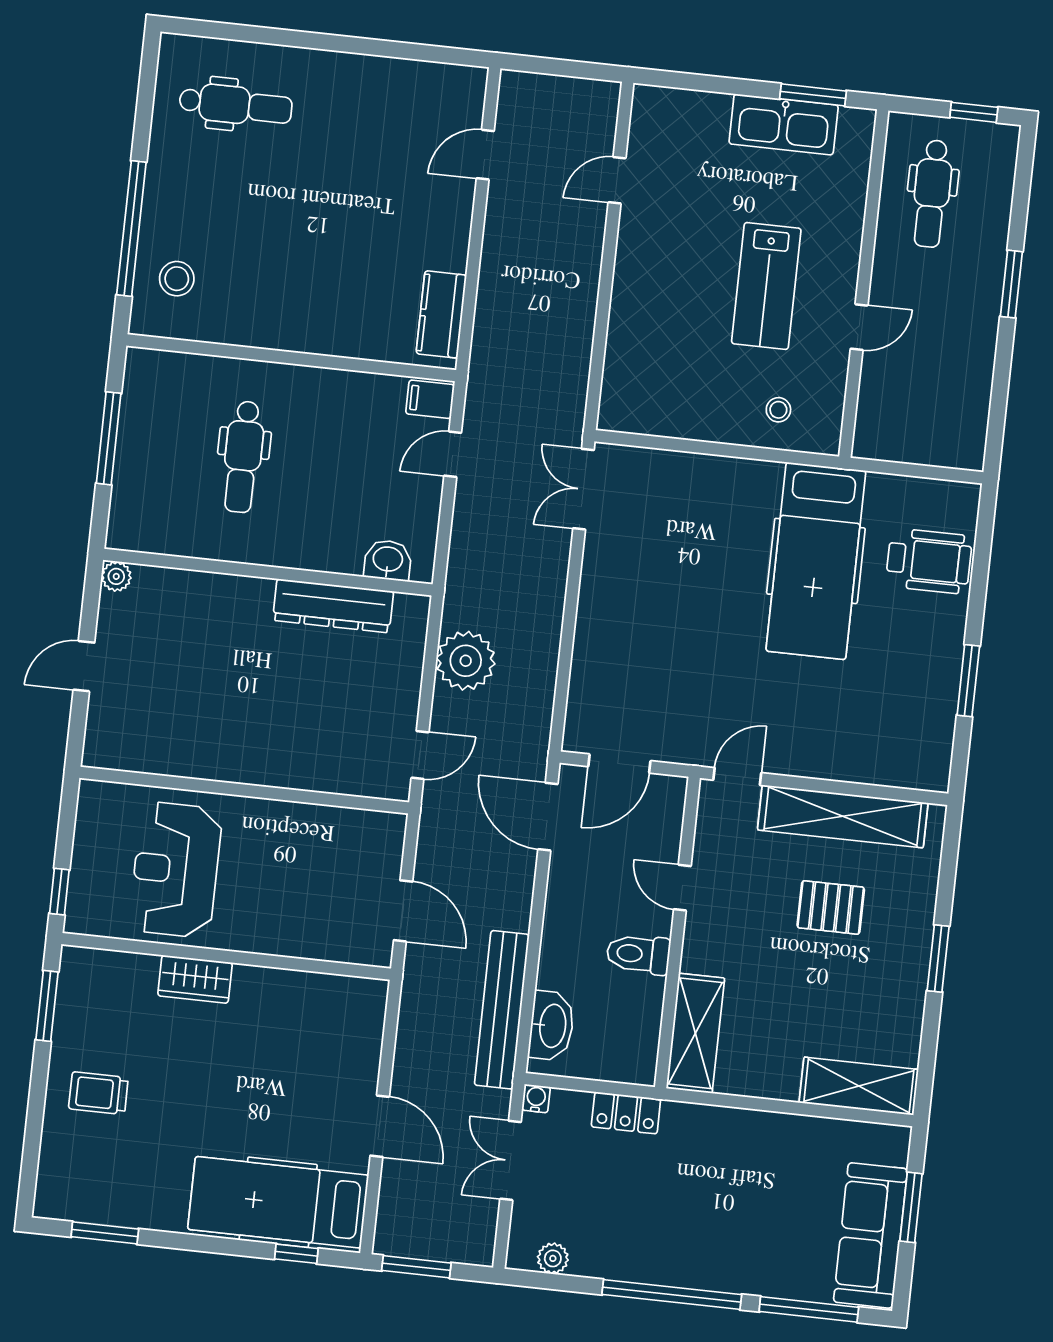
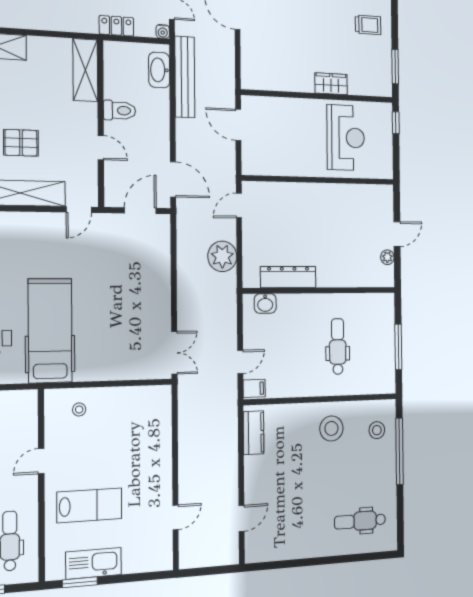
lab bench: (766, 286) -> (89, 505), moved, turned 90
stool: (276, 297) -> (331, 428), added
plant: (116, 576) -> (387, 257), moved

